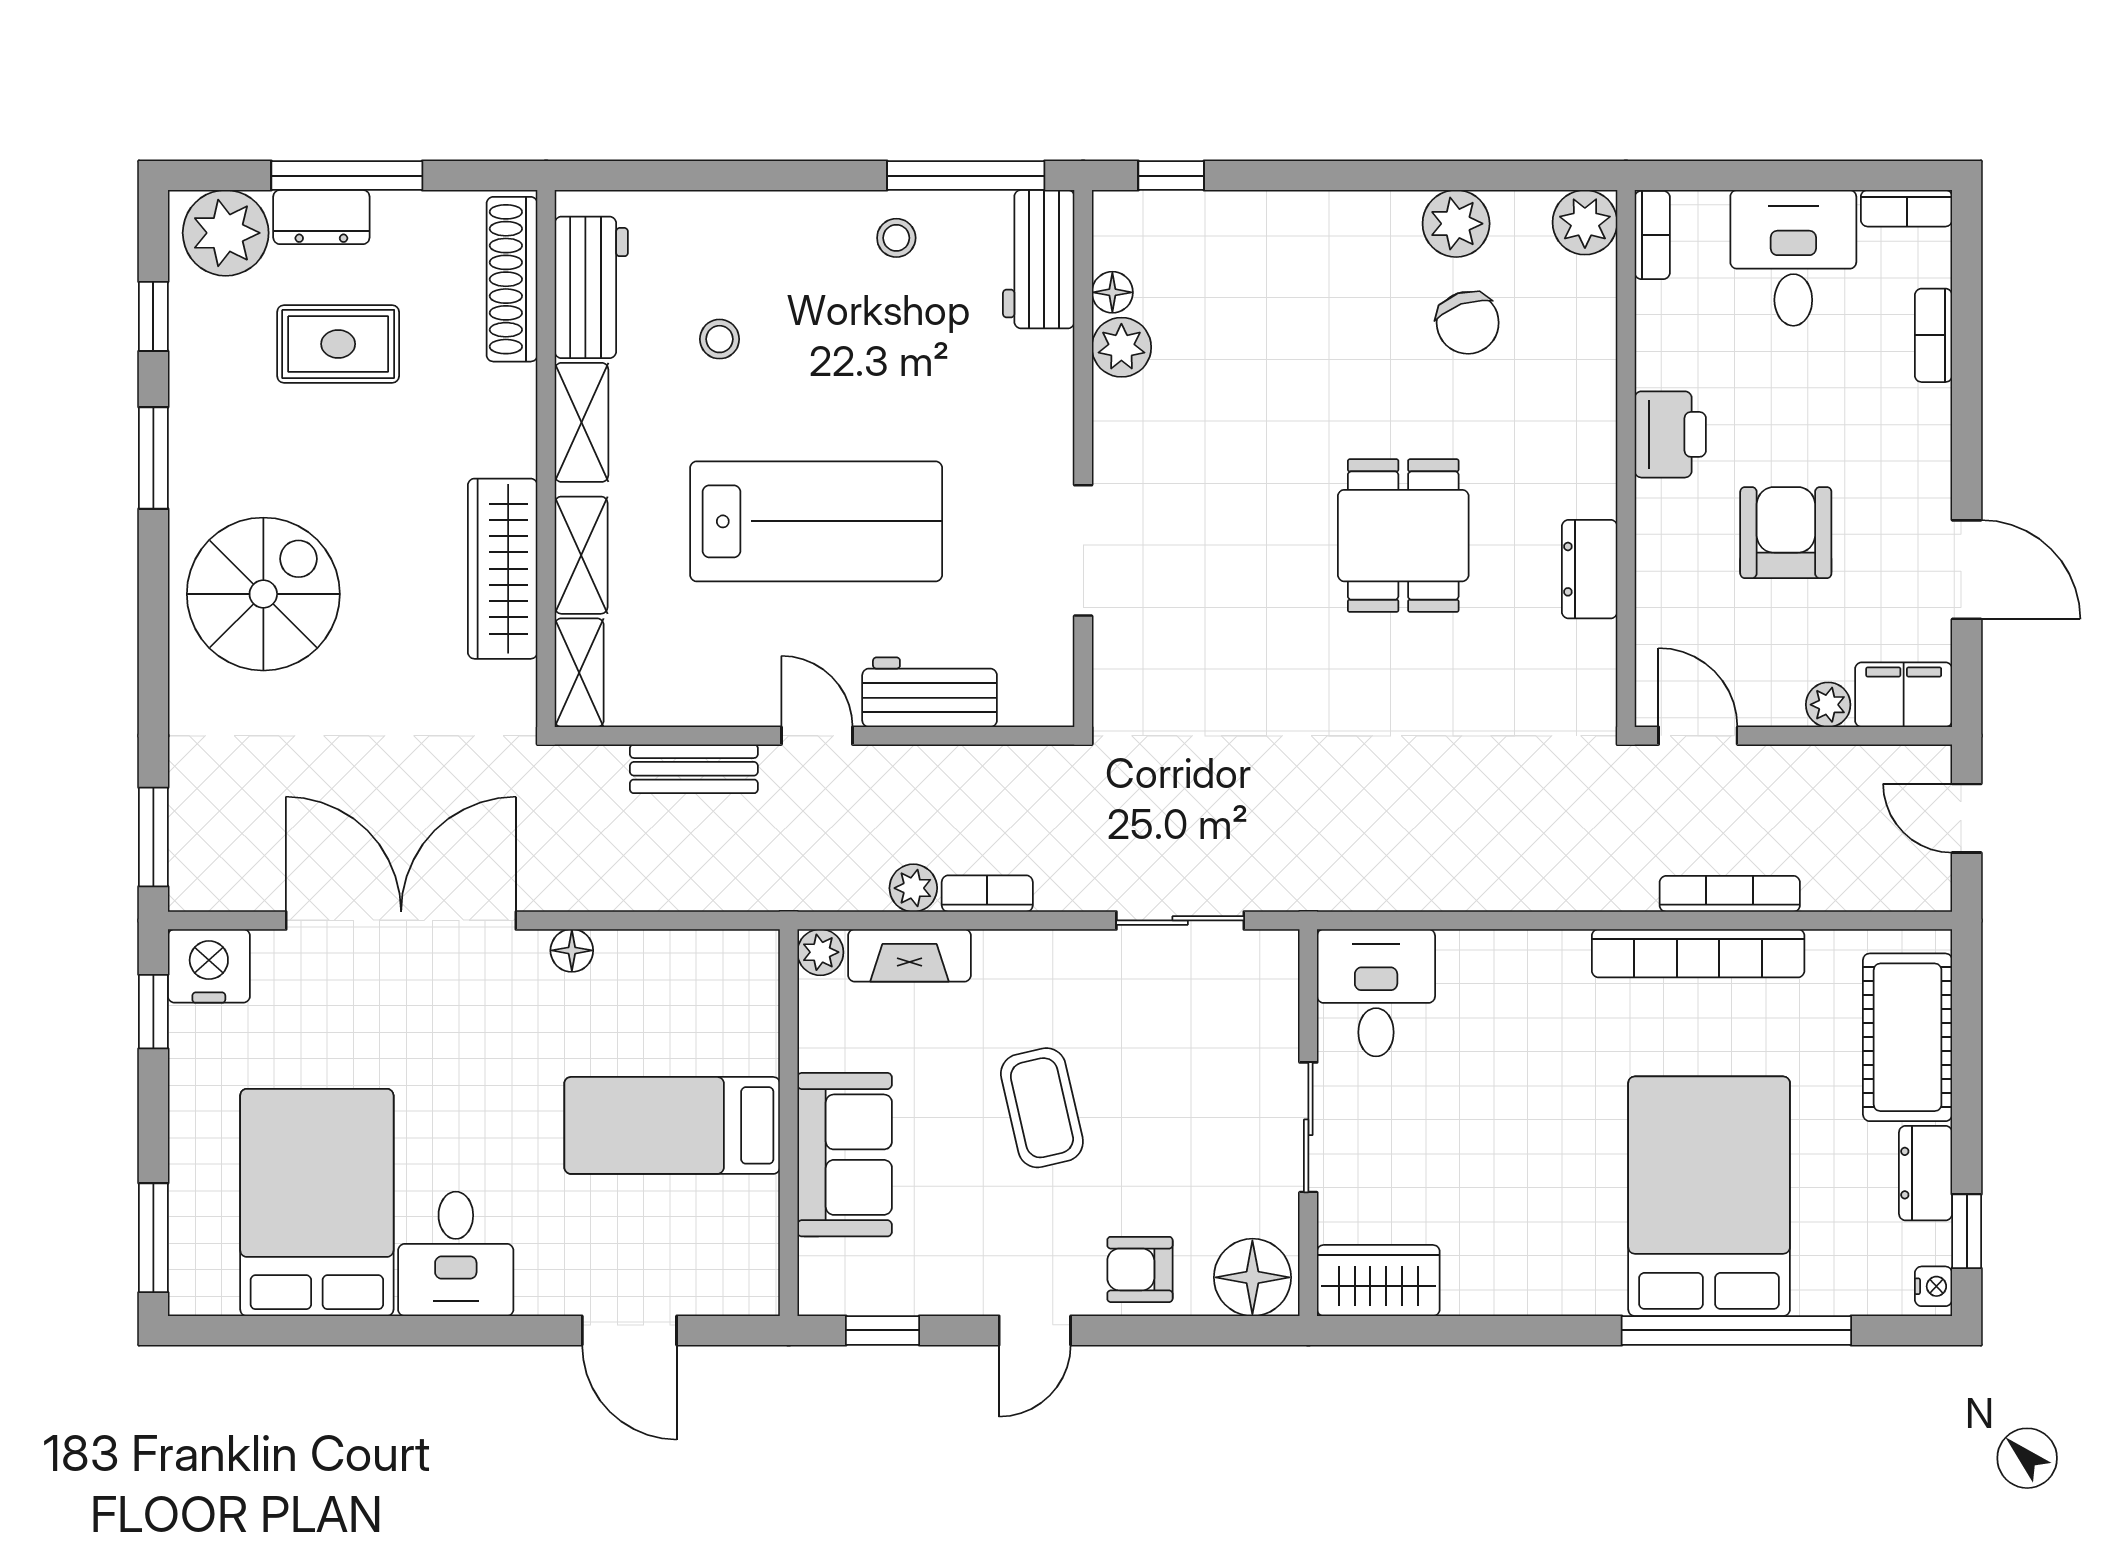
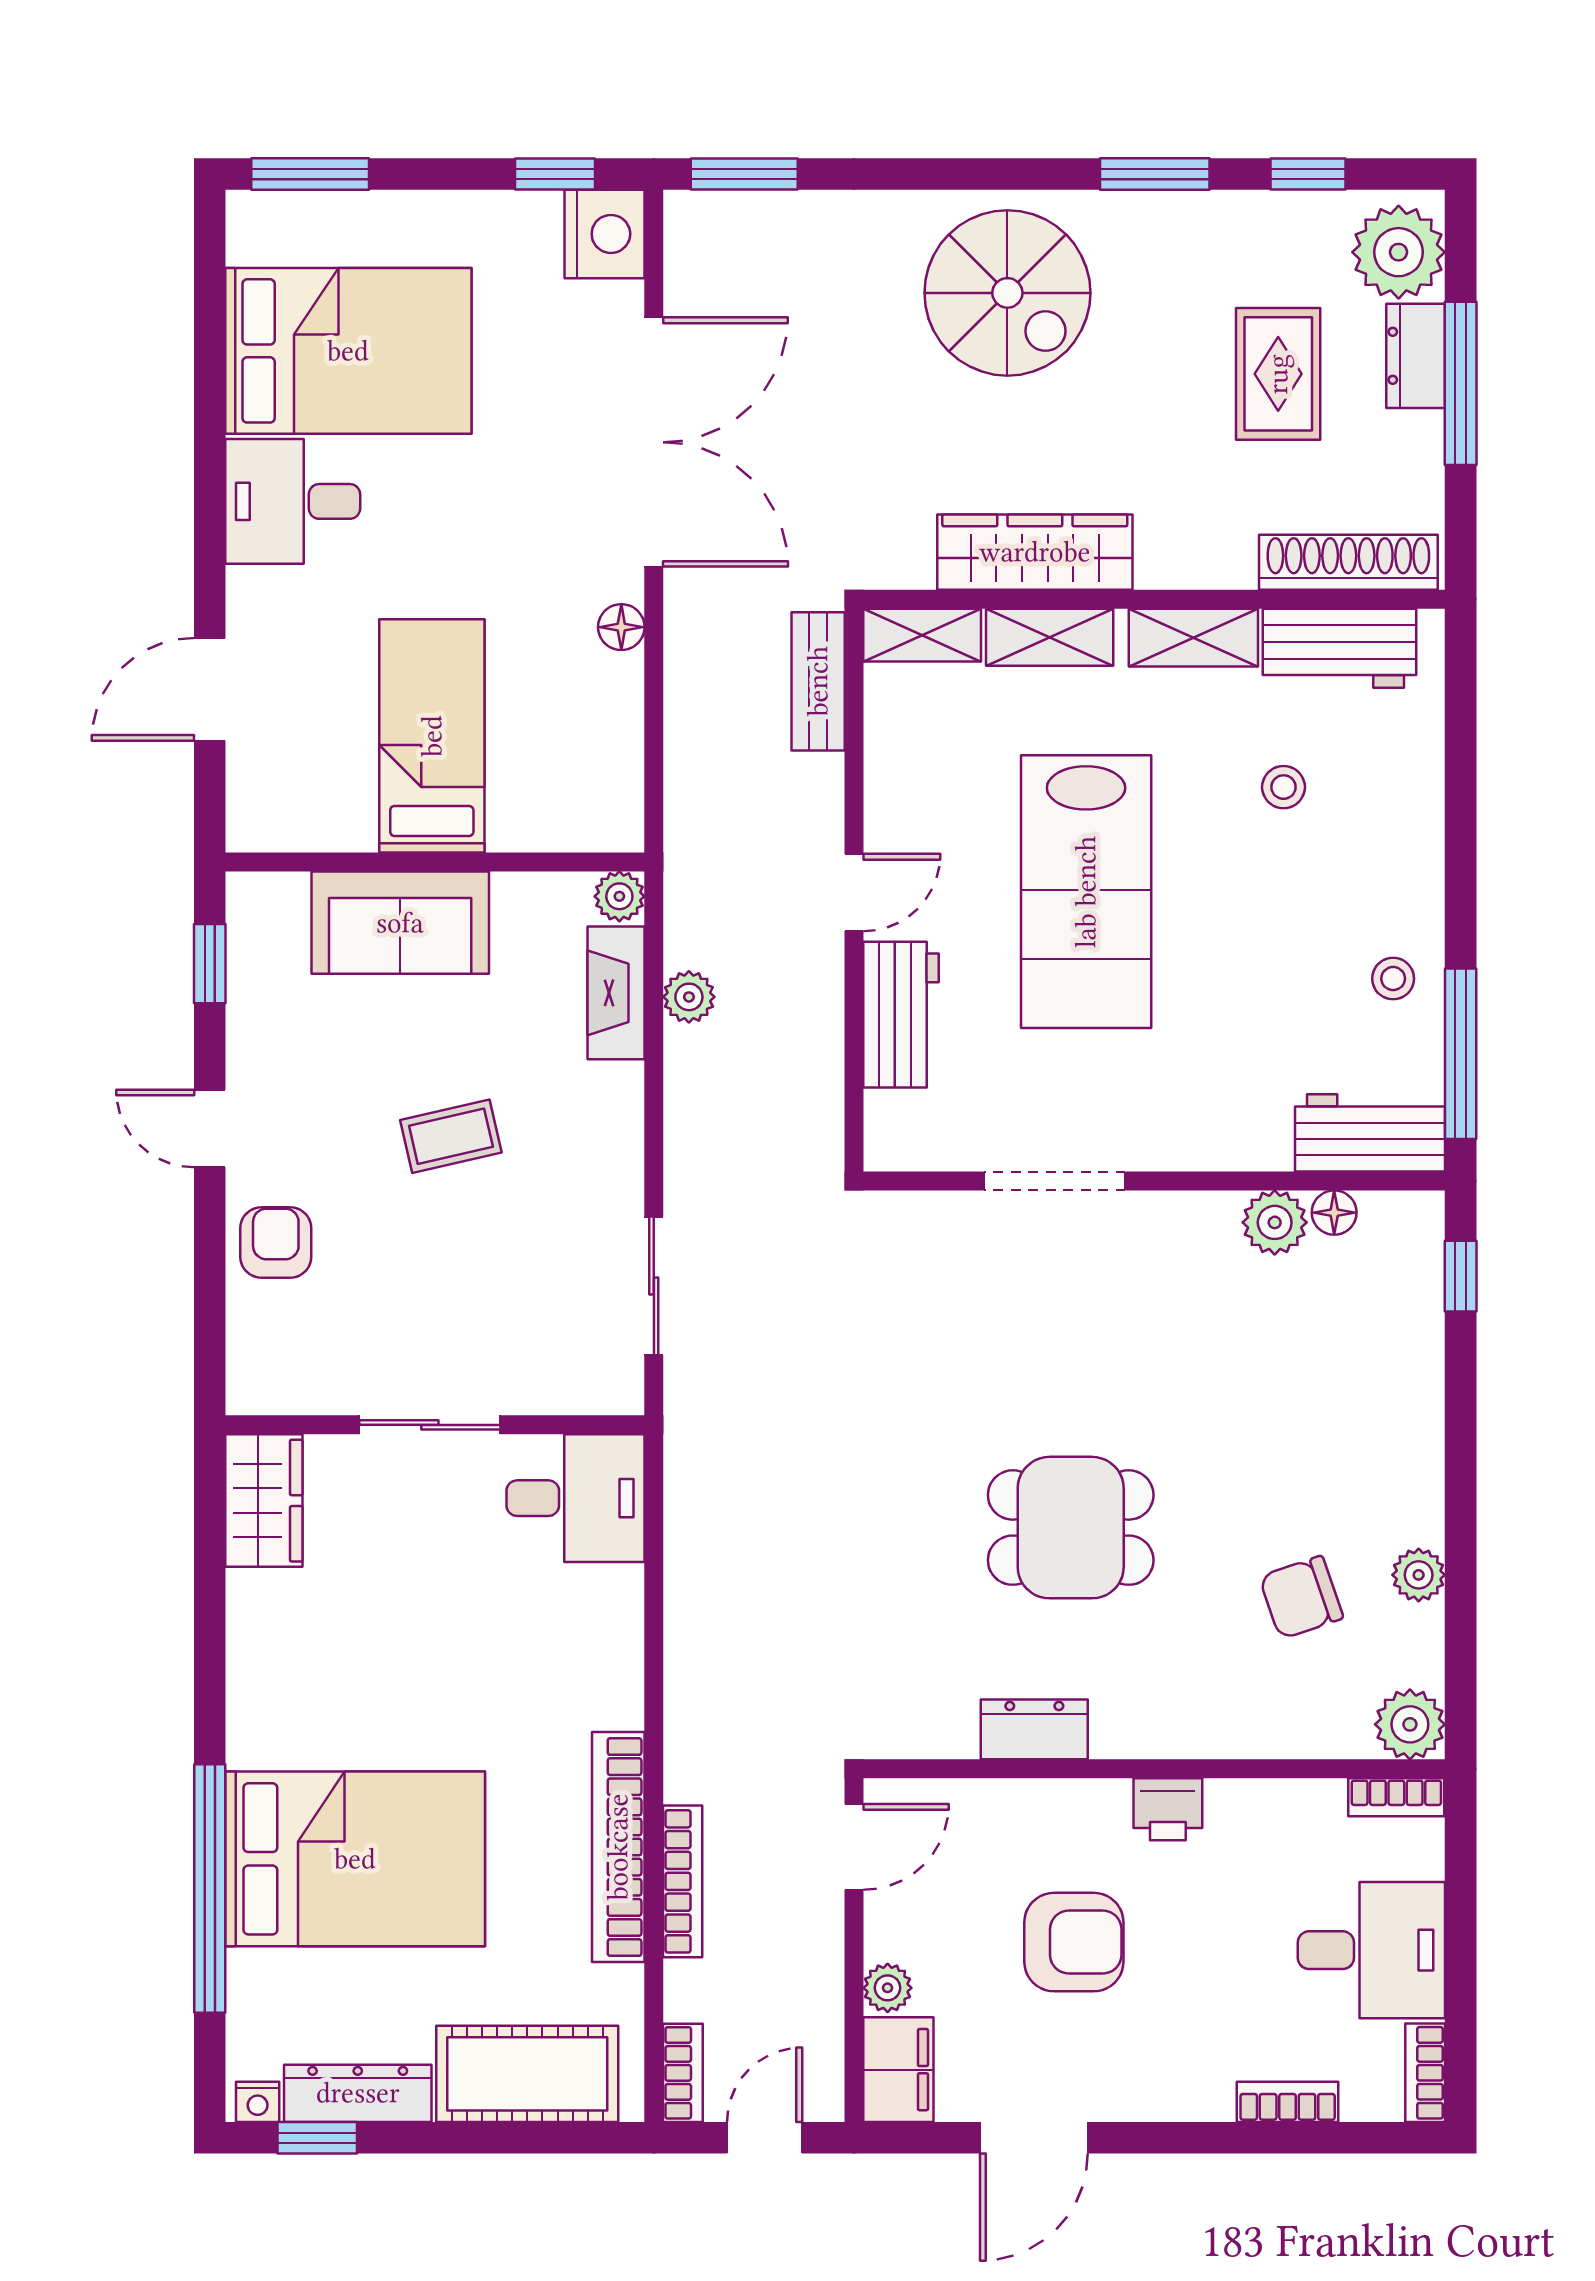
plant: (1456, 224) -> (1419, 1575), width x0.73, depth x0.73
printer: (1670, 434) -> (1168, 1809), width x0.73, depth x0.81
bench: (694, 769) -> (818, 681), moved
bookcase: (987, 894) -> (683, 2073), moved
coffee table: (1042, 1108) -> (451, 1136), width x0.73, depth x0.77
dresser: (1926, 1173) -> (358, 2093), width x1.44
floor lamp: (1252, 1277) -> (267, 1364), removed

